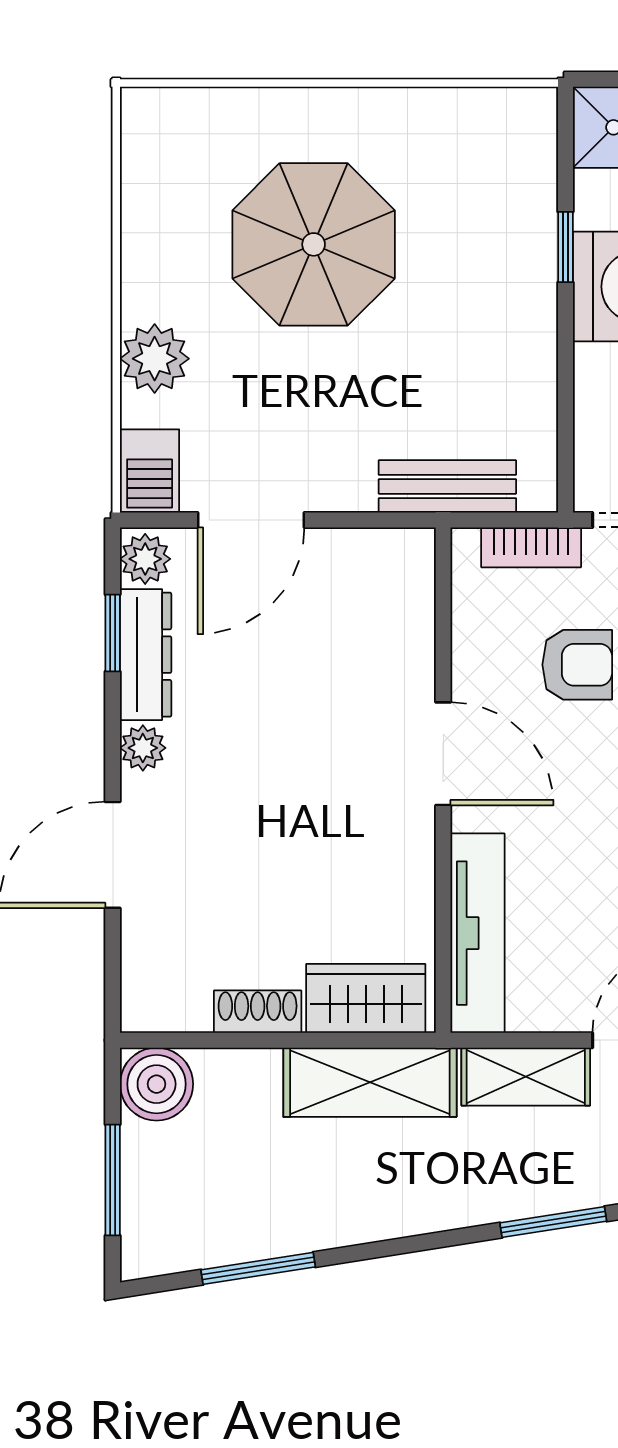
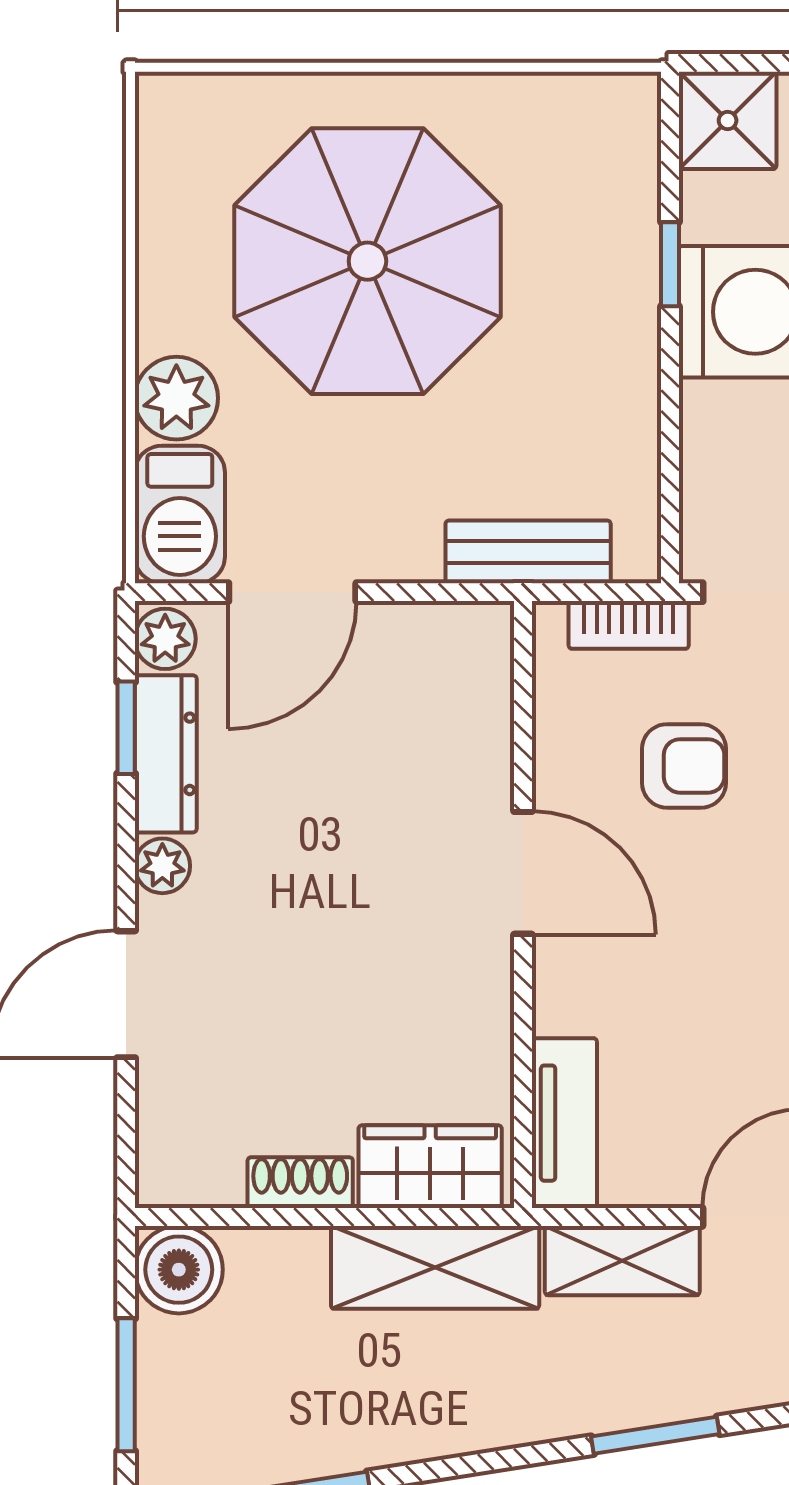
parasol: (314, 244) -> (367, 261), width x1.36, depth x1.36
barbecue: (150, 471) -> (180, 514), width x1.38, depth x1.27
tv unit: (478, 933) -> (564, 1123), width x0.71

